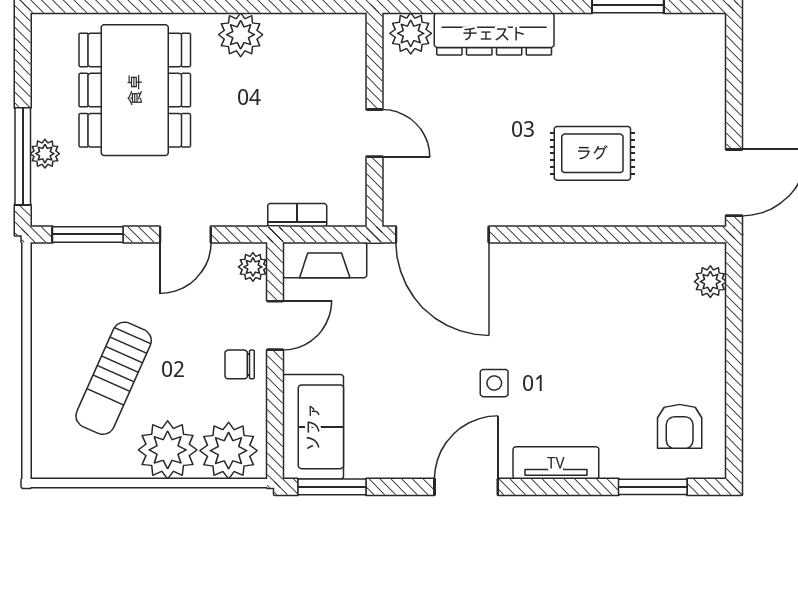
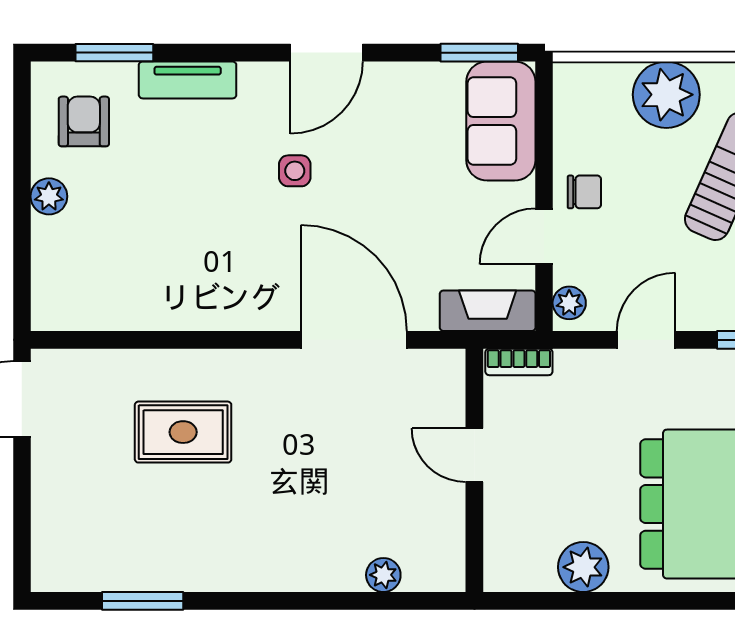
plant: (411, 33) -> (383, 575), width x0.73, depth x0.73
dresser: (494, 34) -> (295, 568), removed
wall: (375, 120) -> (474, 470), moved
door: (375, 133) -> (474, 455), moved
plant: (710, 282) -> (49, 196), moved
plant: (229, 451) -> (597, 94), removed
tv unit: (556, 463) -> (188, 80), moved

